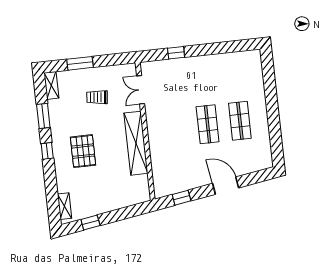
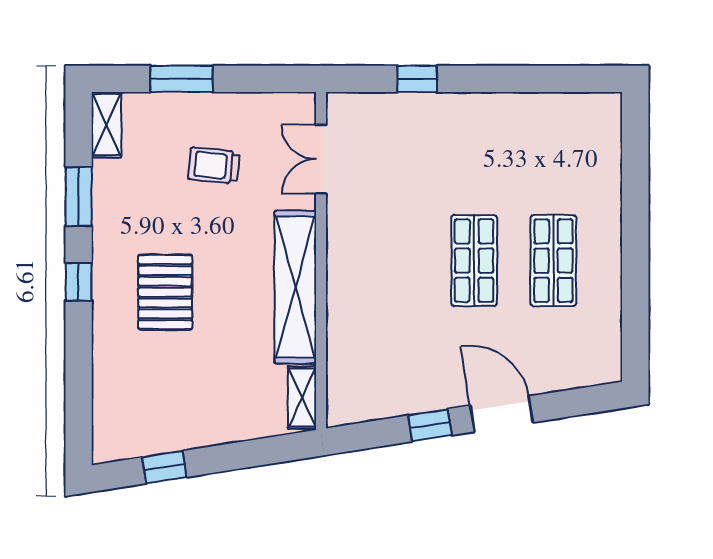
window: (181, 198) -> (430, 425), moved
shelving: (64, 206) -> (302, 398), moved

